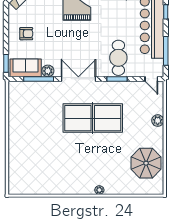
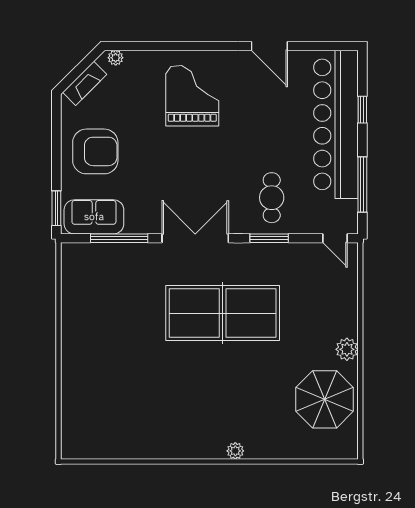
armchair: (26, 34) -> (95, 151), width x1.88, depth x1.88
cafe table: (118, 58) -> (272, 198), width x0.73, depth x0.74
plant: (48, 71) -> (137, 223), removed
plant: (158, 121) -> (347, 349), moved

